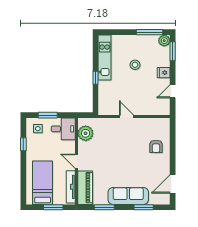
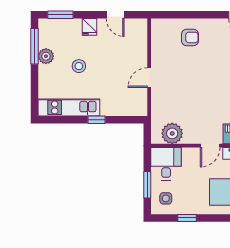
plant: (164, 41) -> (46, 56), moved

